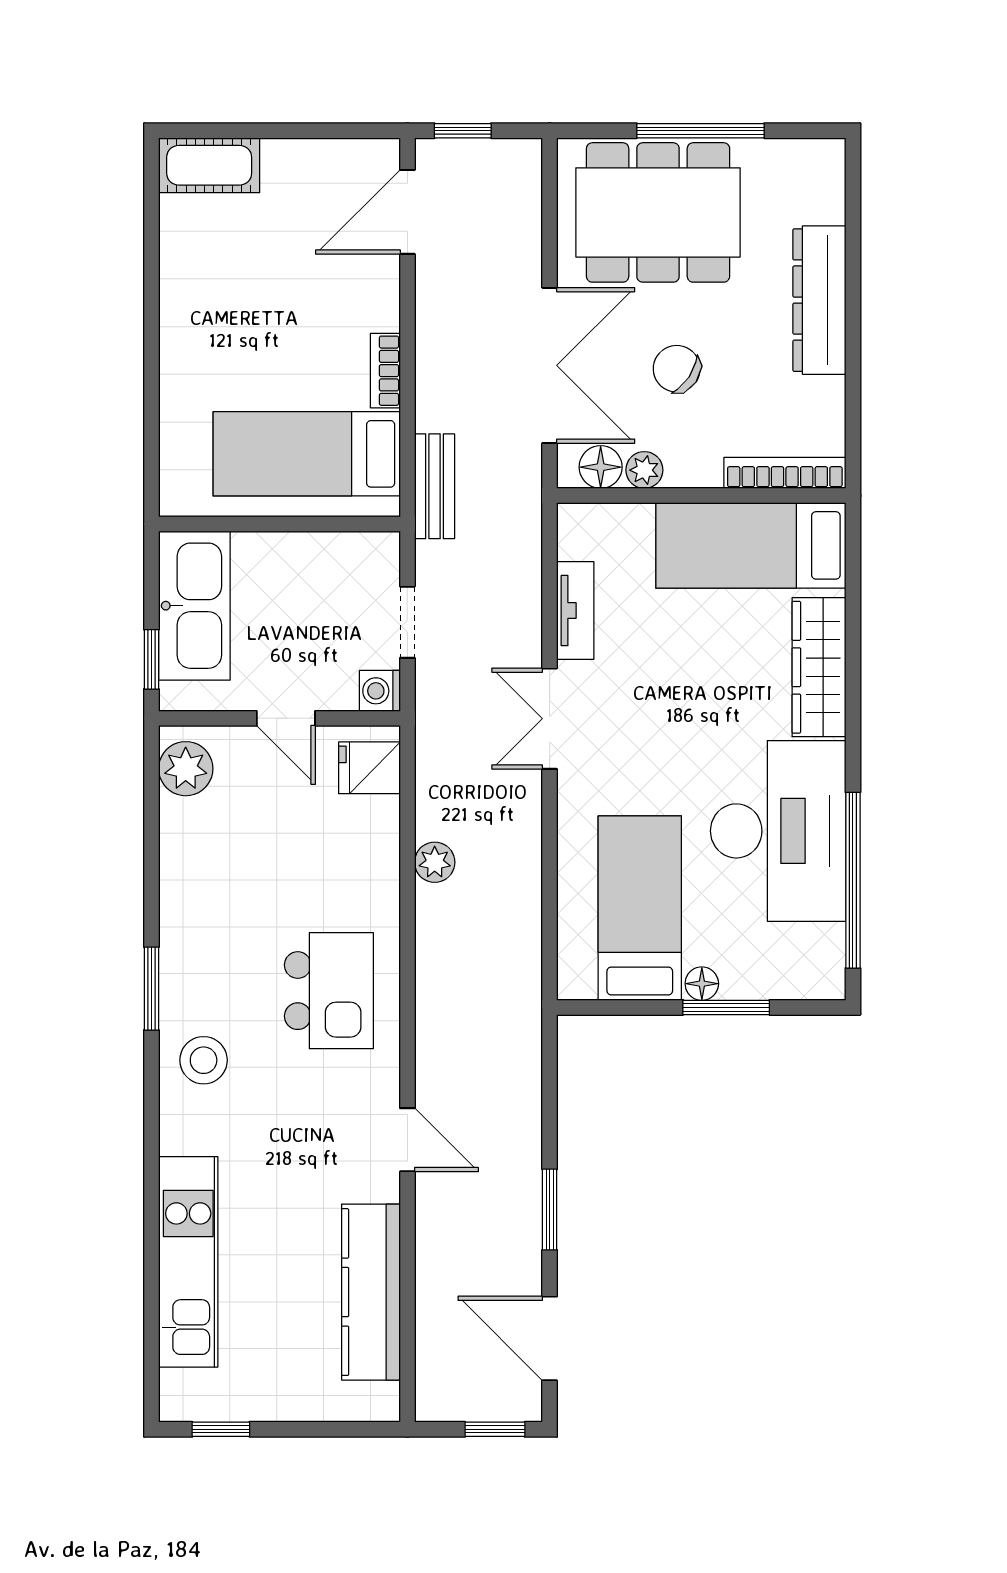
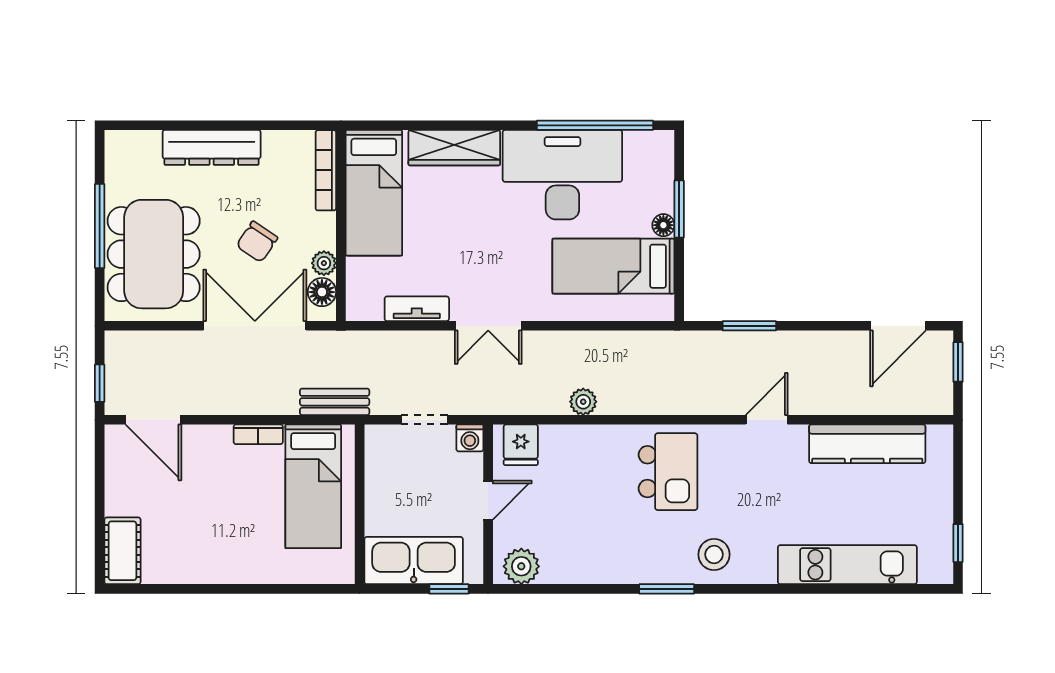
kitchen island: (329, 991) -> (668, 472), turned 90
window: (550, 1210) -> (749, 326), moved

